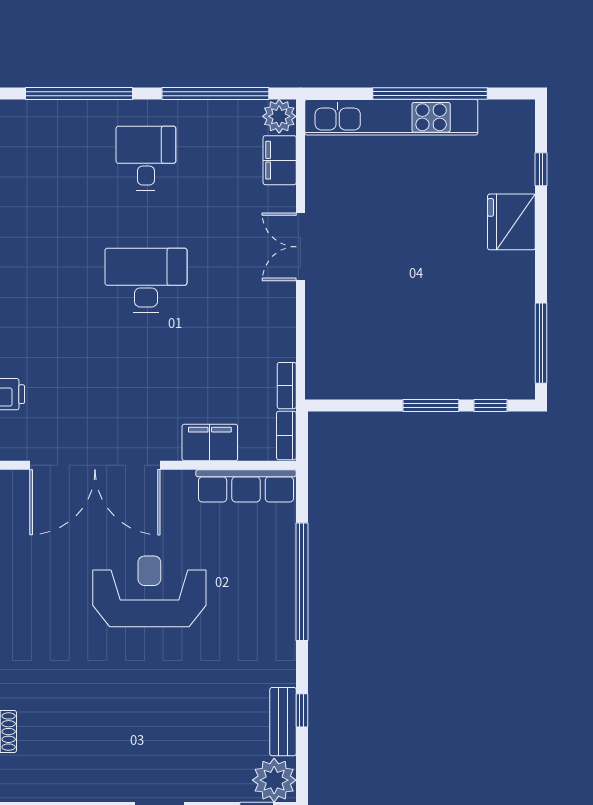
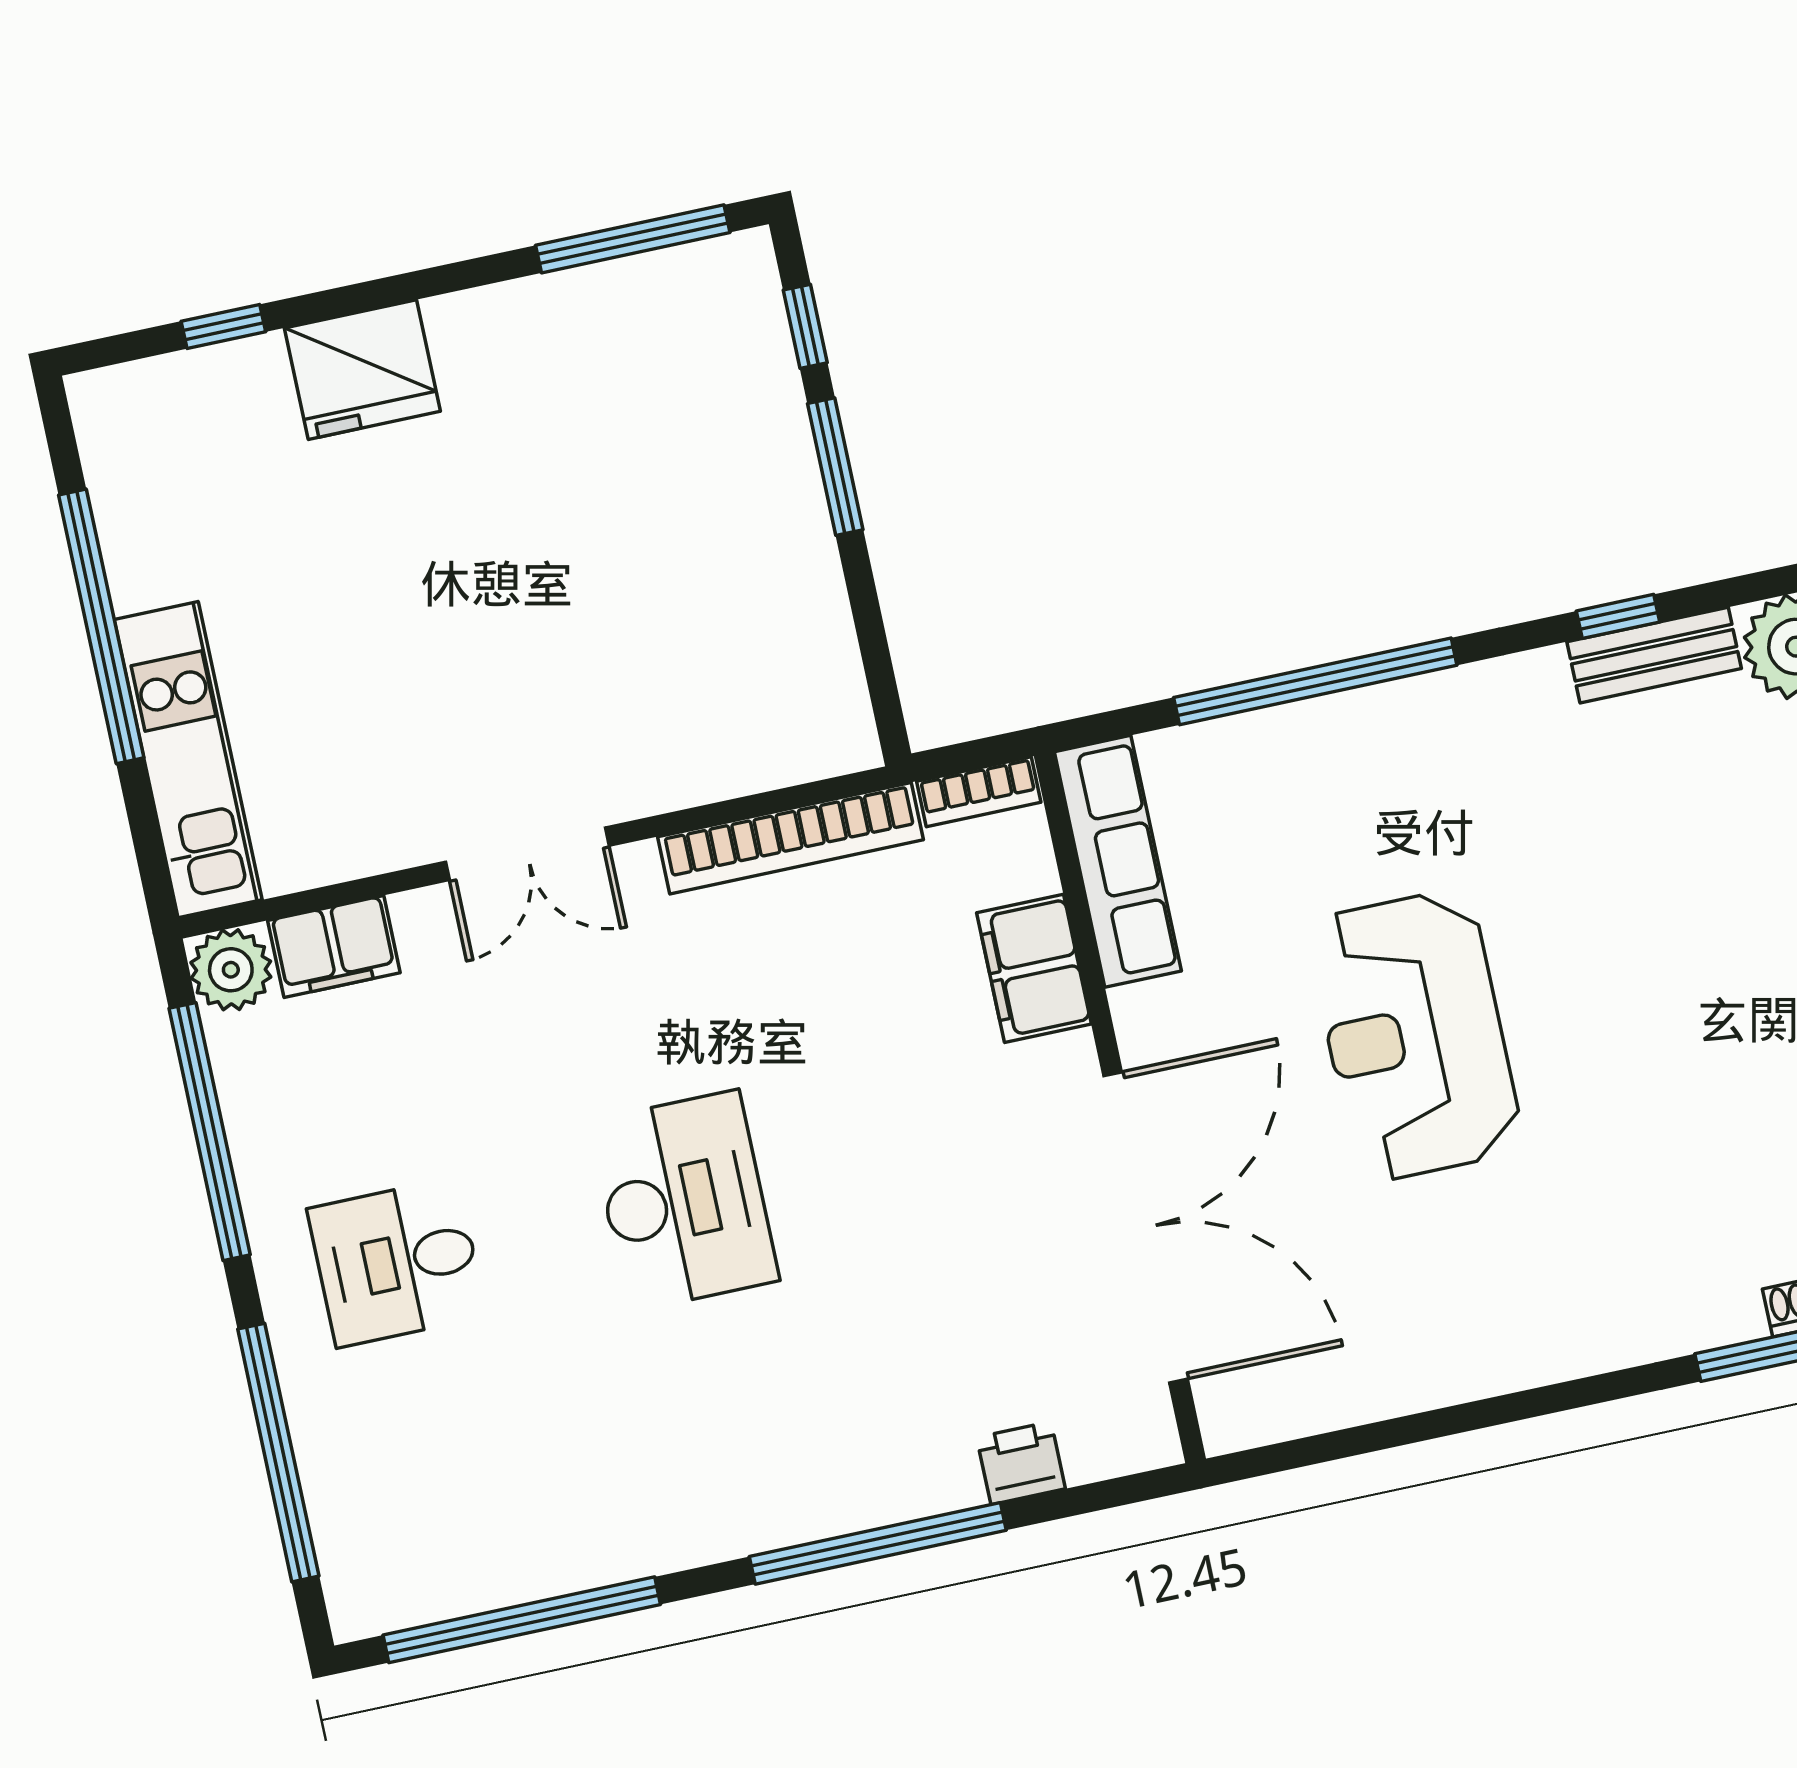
kitchen unit: (391, 117) -> (188, 760), width x0.73
desk: (146, 280) -> (684, 1201), turned 180
bookcase: (287, 386) -> (791, 838), width x2.31, depth x1.31

